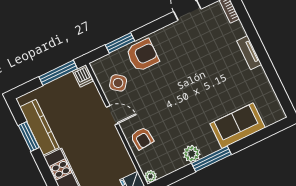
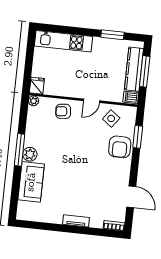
window: (58, 73) -> (145, 71), moved
kitchen counter: (39, 127) -> (134, 69), moved, turned 90
plant: (192, 154) -> (30, 154), moved

